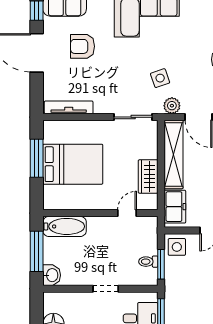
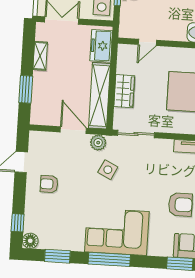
side table: (160, 78) -> (108, 170), turned 45
wardrobe: (148, 176) -> (124, 91), moved

